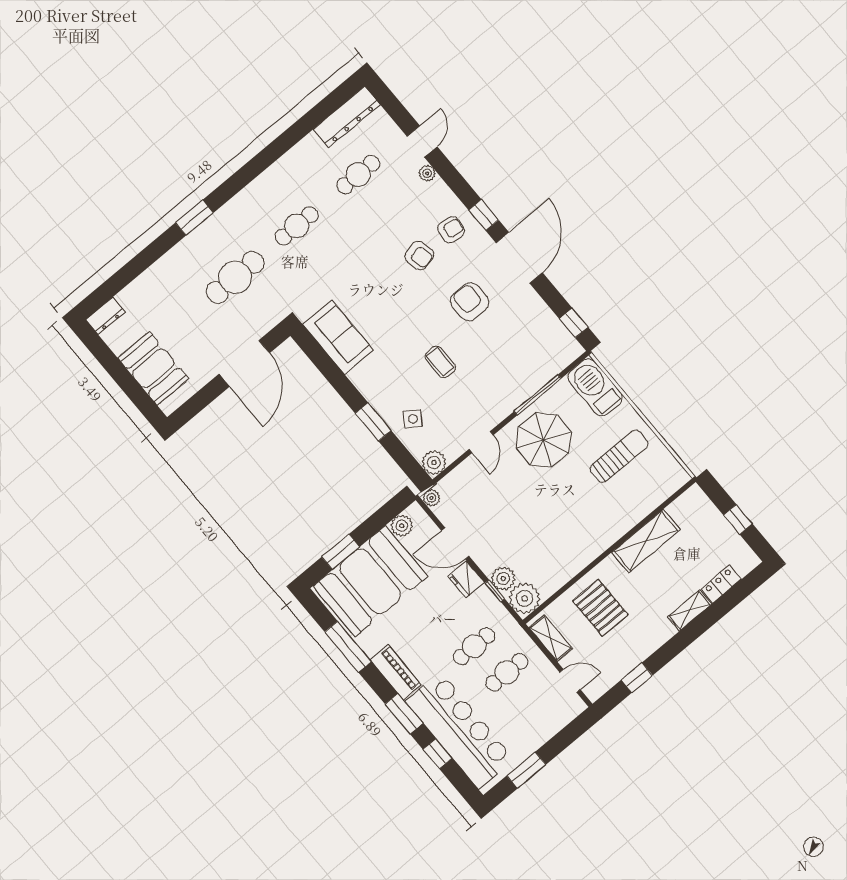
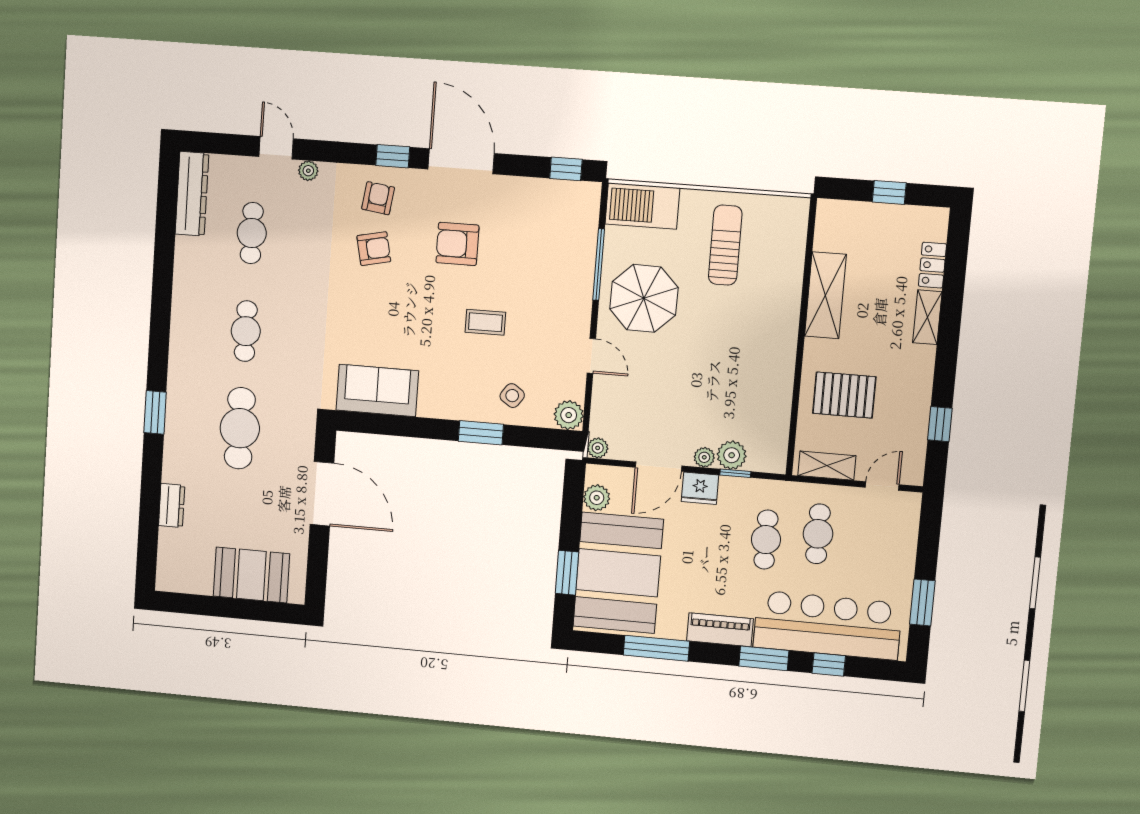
dresser: (106, 316) -> (172, 505), moved
plant: (525, 598) -> (704, 457), moved, width x0.53, depth x0.53

